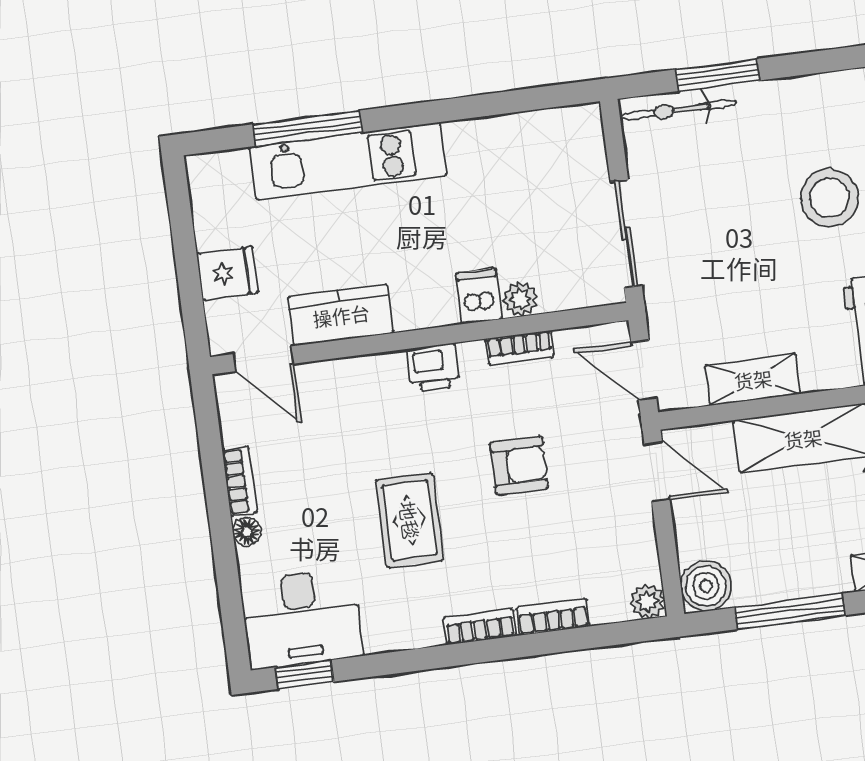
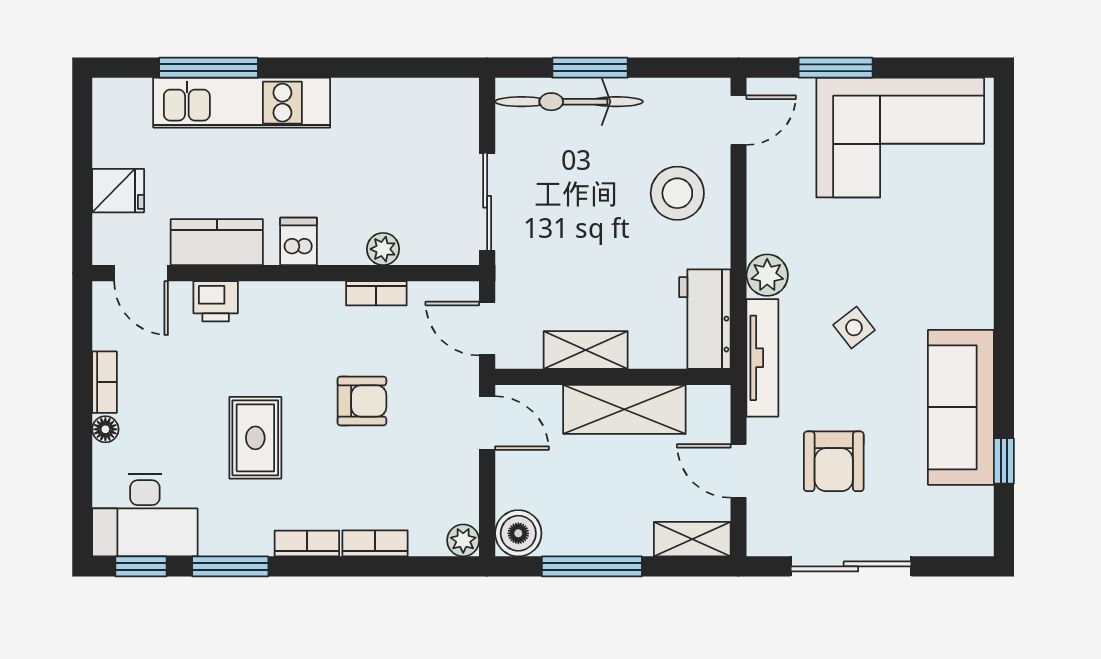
bicycle: (678, 110) -> (569, 102), width x1.37, depth x1.40
dishwasher: (479, 296) -> (299, 241), moved
printer: (433, 368) -> (216, 301), moved
window: (401, 662) -> (230, 566), added

